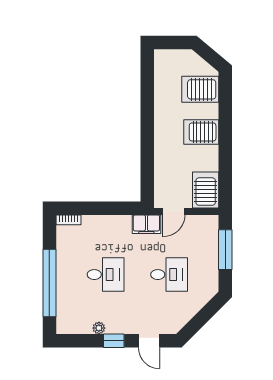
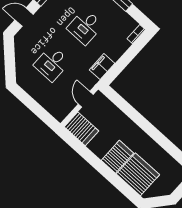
server rack: (200, 89) -> (138, 174), width x1.60
filing cabinet: (146, 224) -> (102, 67), moved
window: (225, 250) -> (37, 109), removed

